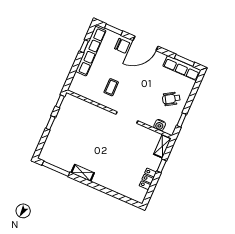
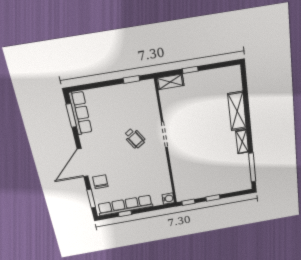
door: (145, 43) -> (83, 163), swing flipped
coffee table: (111, 87) -> (146, 167), removed
wheelchair: (171, 99) -> (135, 138), moved
water cooler: (160, 125) -> (168, 199), moved
locker: (148, 179) -> (212, 75), removed
shelving: (109, 183) -> (237, 111), added

